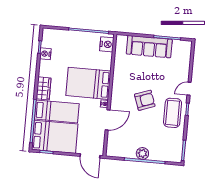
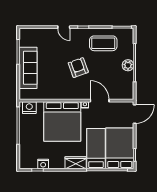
bed: (88, 83) -> (62, 121), width x1.36
coffee table: (173, 113) -> (103, 43), moved

